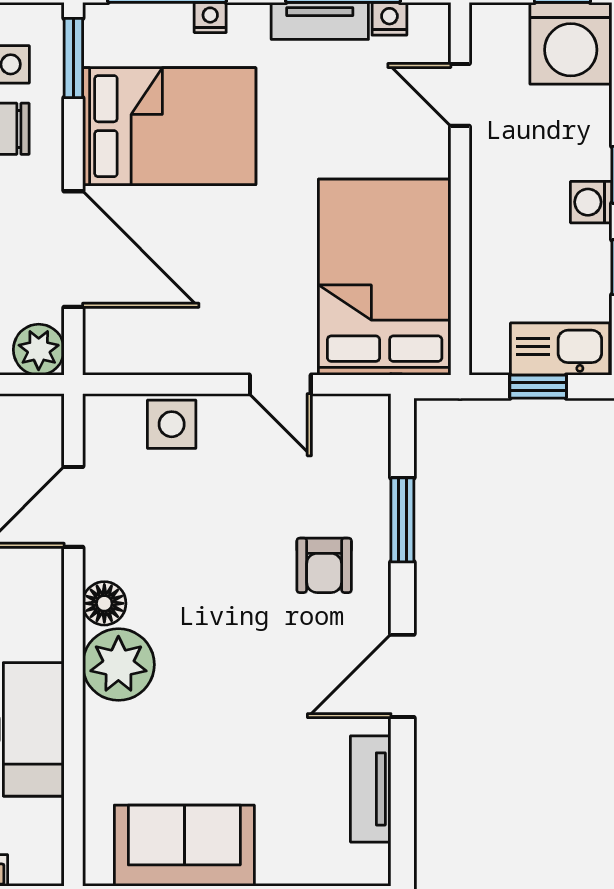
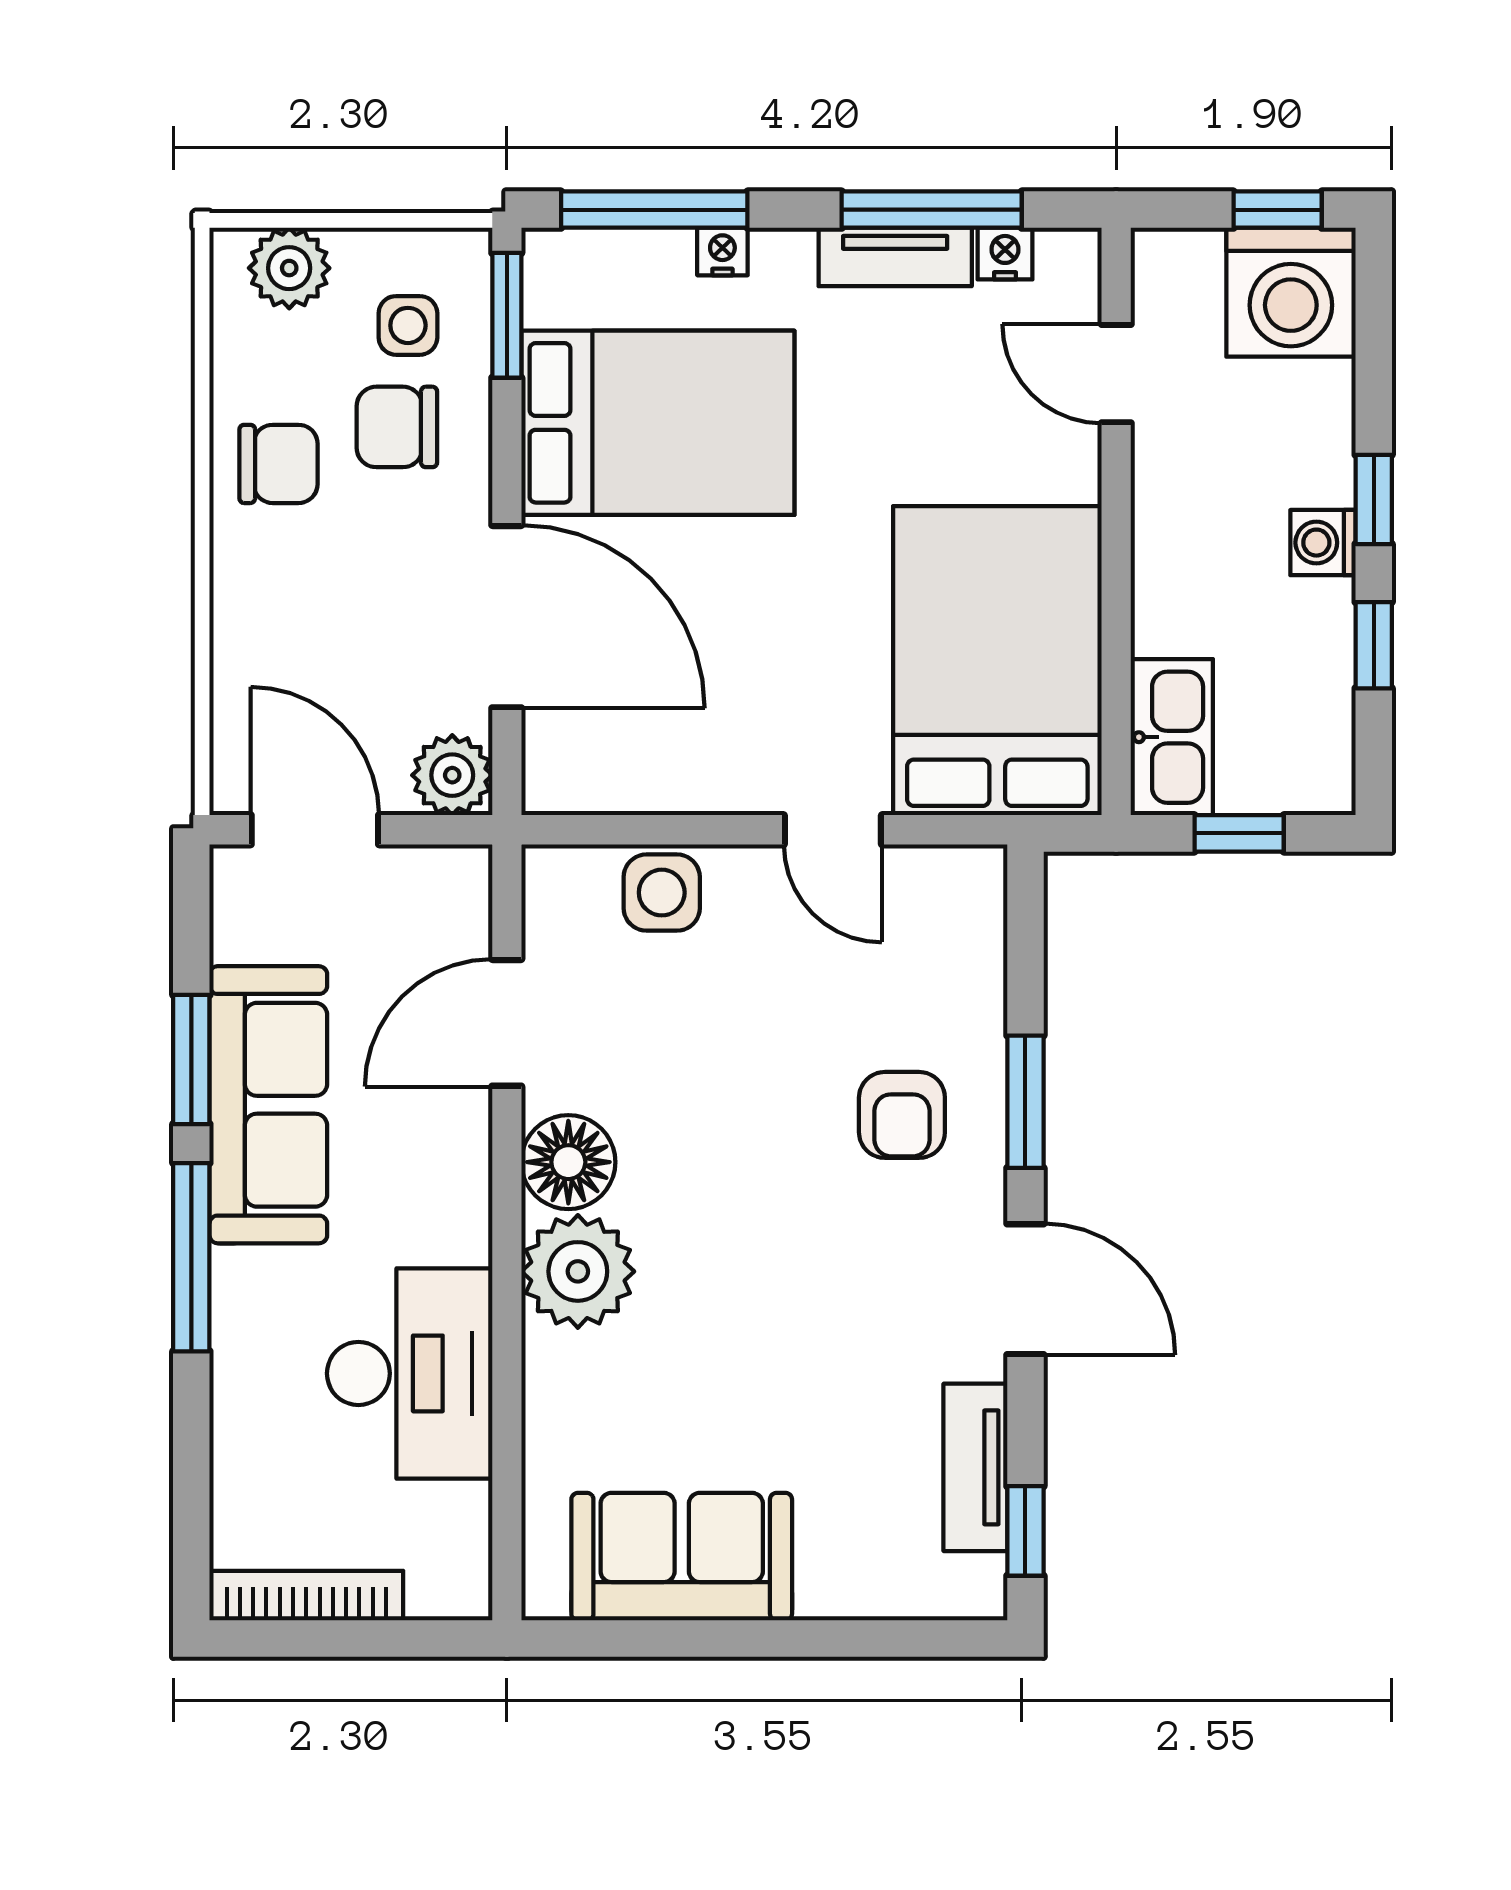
kitchen sink: (560, 349) -> (1172, 737), moved, turned 90
window: (402, 520) -> (1025, 1102), moved
floor lamp: (104, 603) -> (568, 1162), width x1.38, depth x1.38
door: (402, 676) -> (1025, 1289), swing flipped
window: (402, 829) -> (1025, 1531), added

